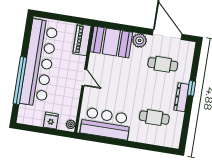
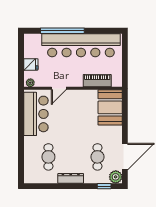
piano: (82, 40) -> (97, 81), moved
plant: (140, 40) -> (116, 177), moved
door: (84, 78) -> (59, 88), moved
window: (191, 88) -> (104, 186), moved

